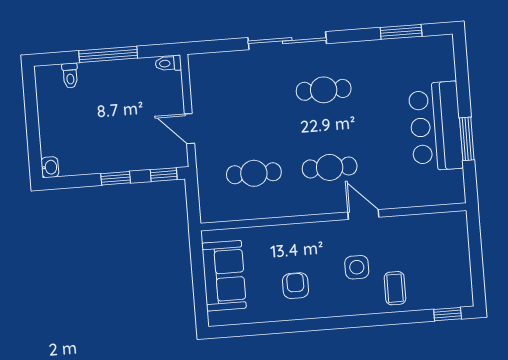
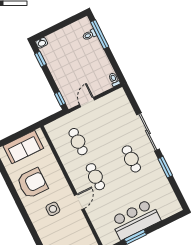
window: (401, 32) -> (165, 167), moved
window: (108, 54) -> (100, 34), moved
window: (116, 178) -> (40, 59), moved
armchair: (295, 286) -> (32, 183), width x1.88, depth x1.88
coffee table: (395, 288) -> (50, 231), removed

